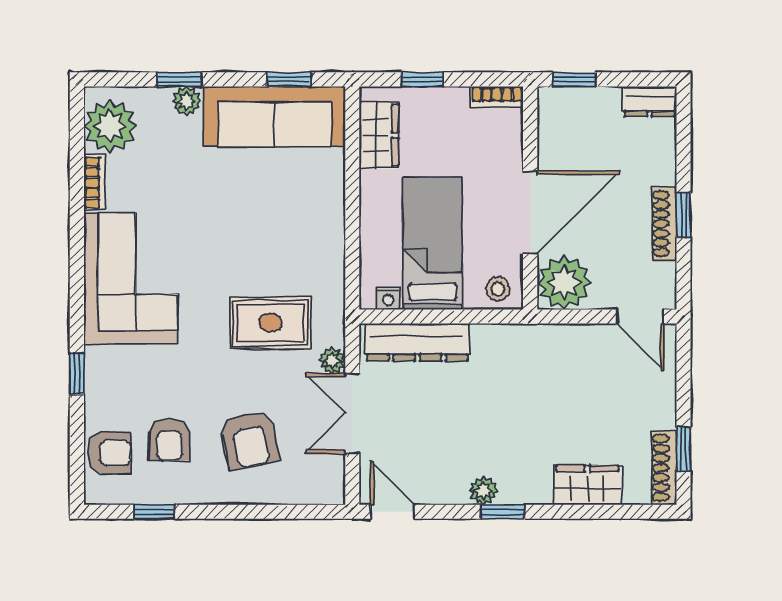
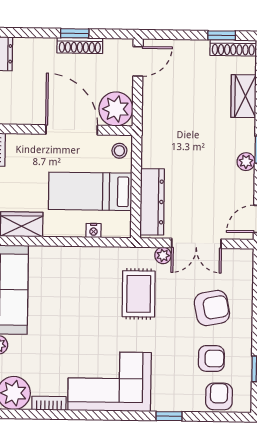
nightstand: (388, 298) -> (93, 230), moved, turned 90

